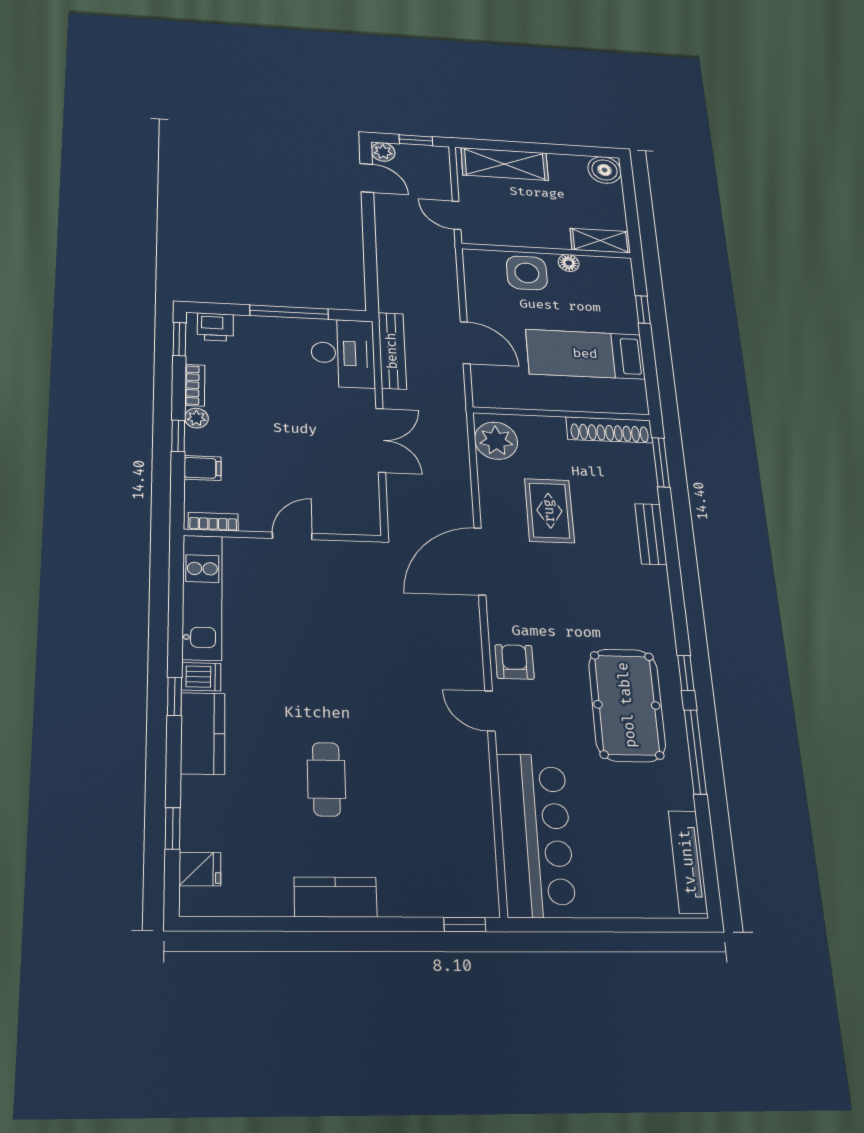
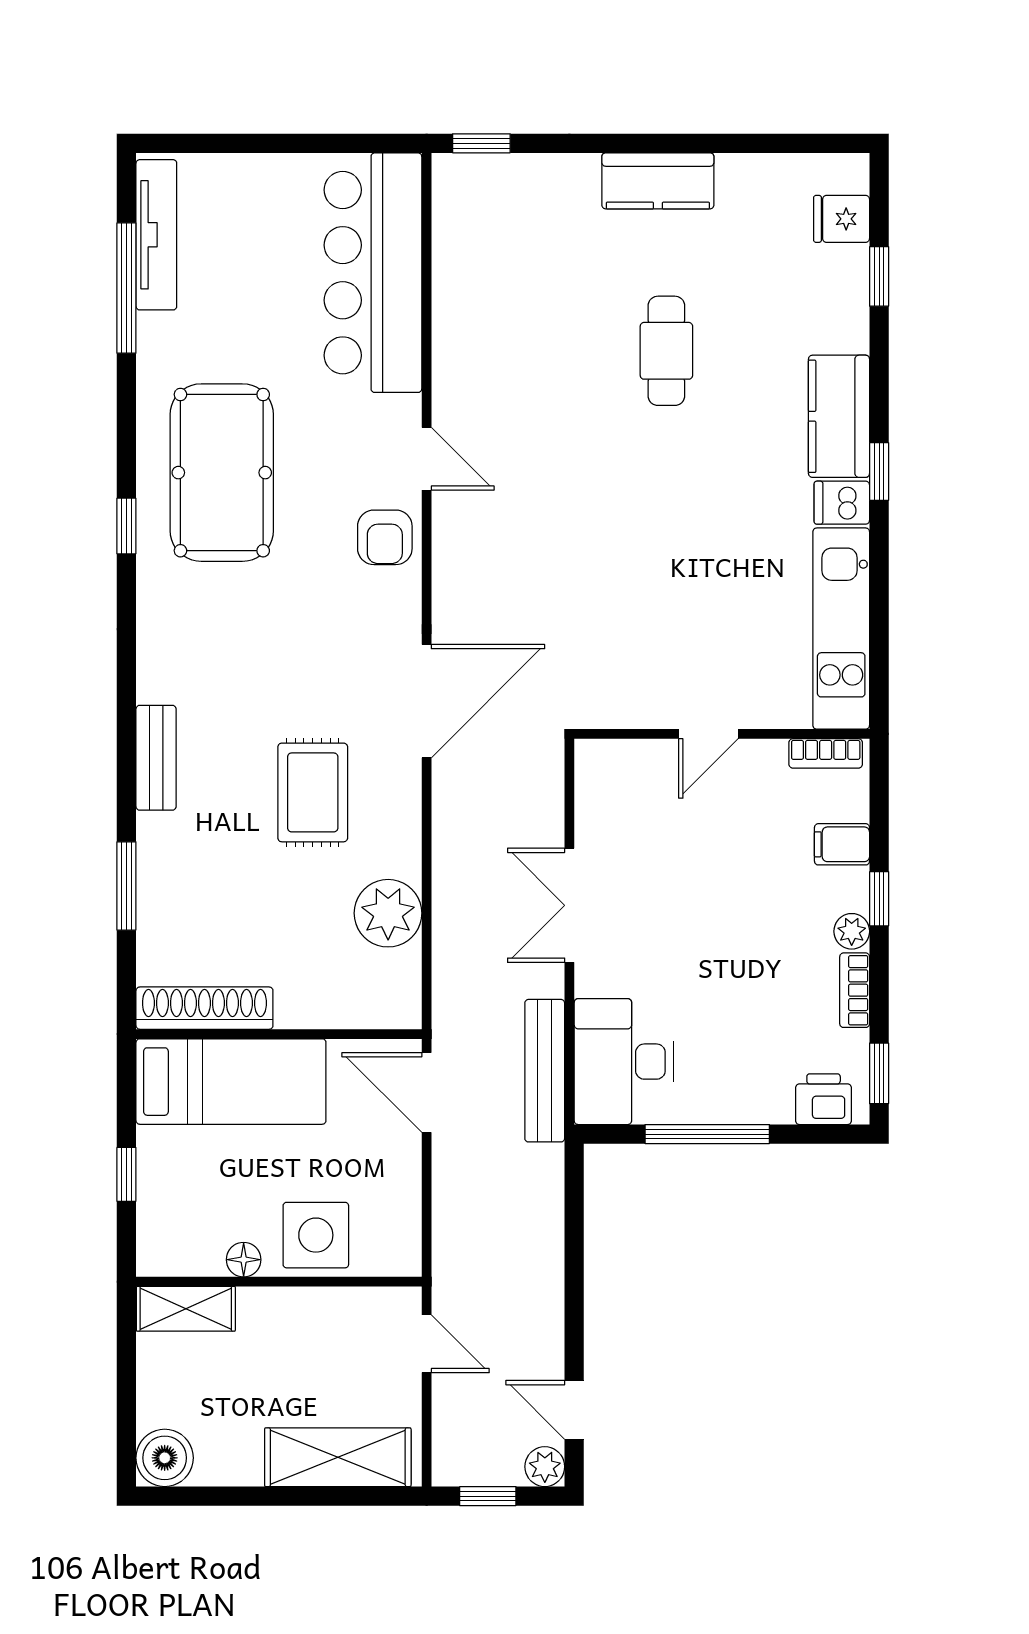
wall: (562, 414) -> (279, 1034), moved
shoe rack: (609, 430) -> (204, 1008), moved
window: (695, 752) -> (126, 288), moved

